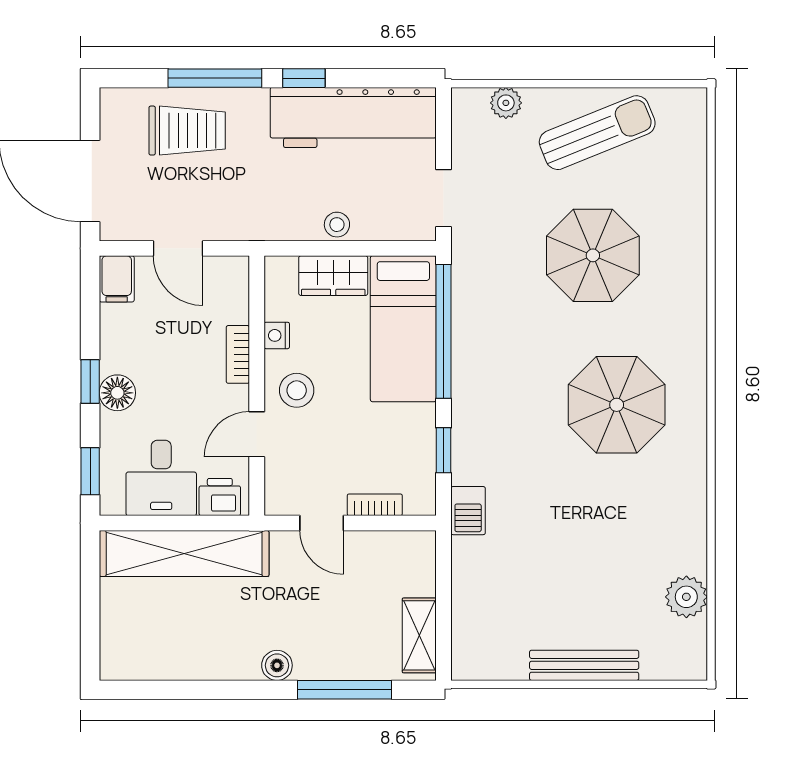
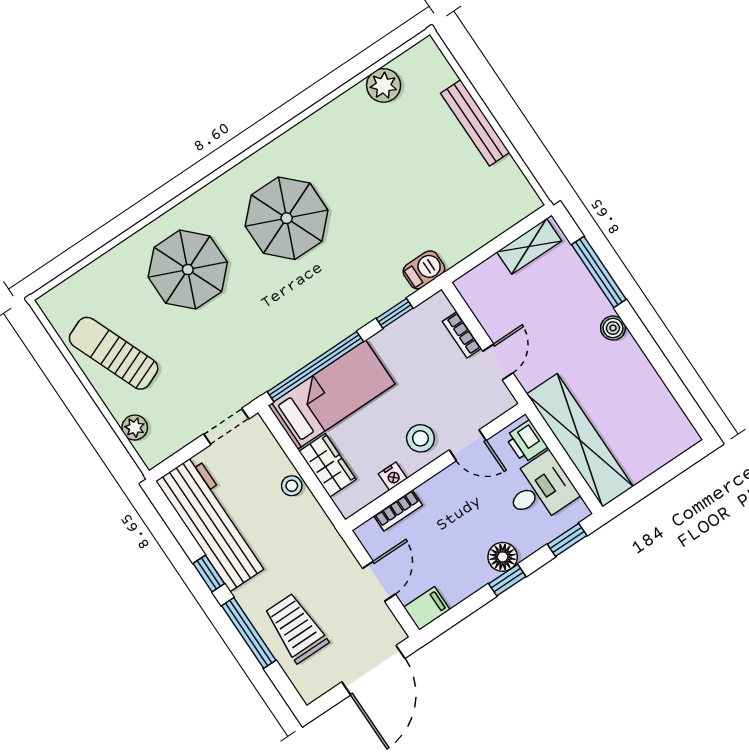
parasol: (593, 255) -> (188, 270), moved
bookcase: (238, 354) -> (398, 510), moved

